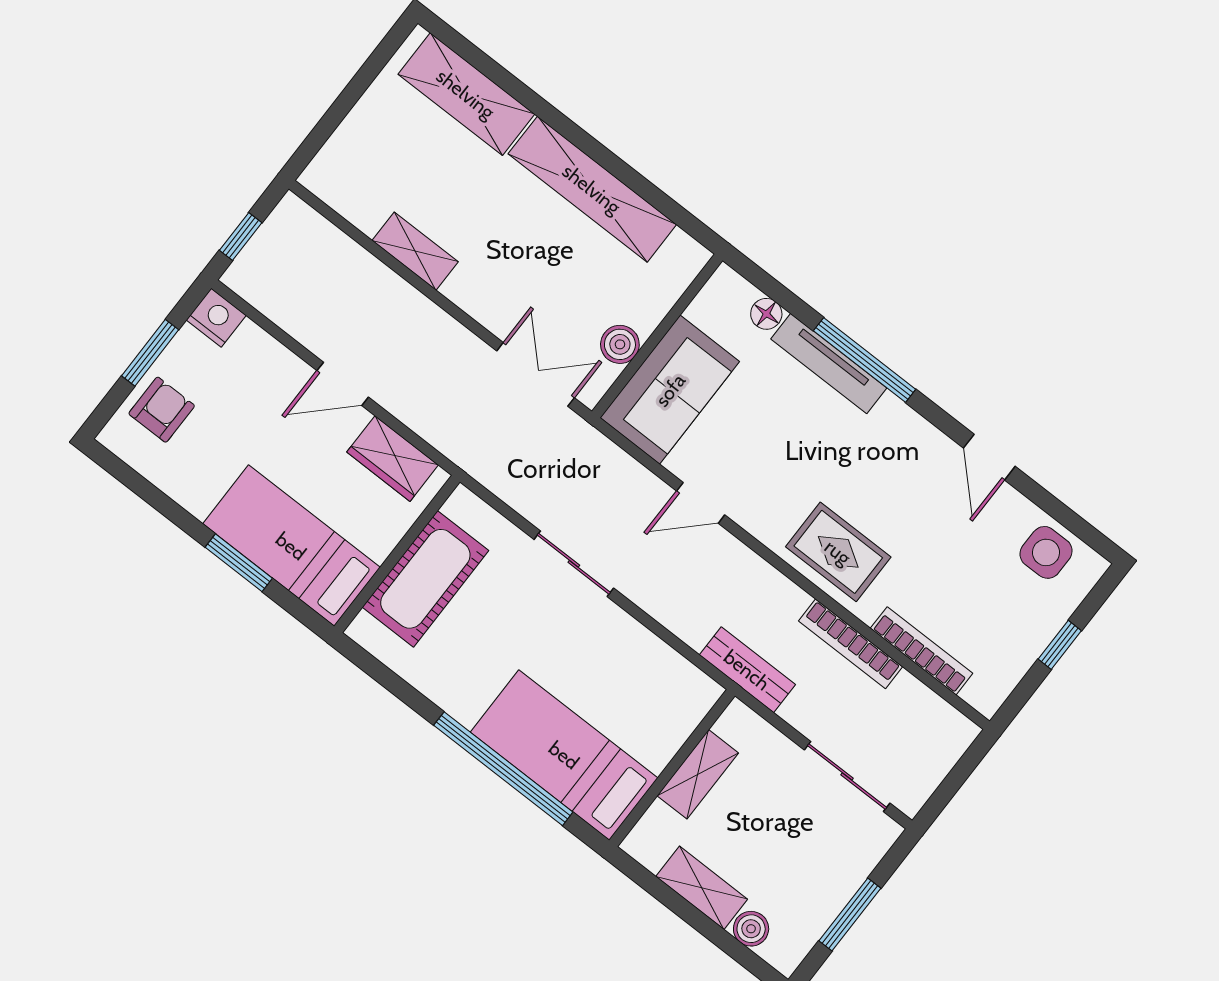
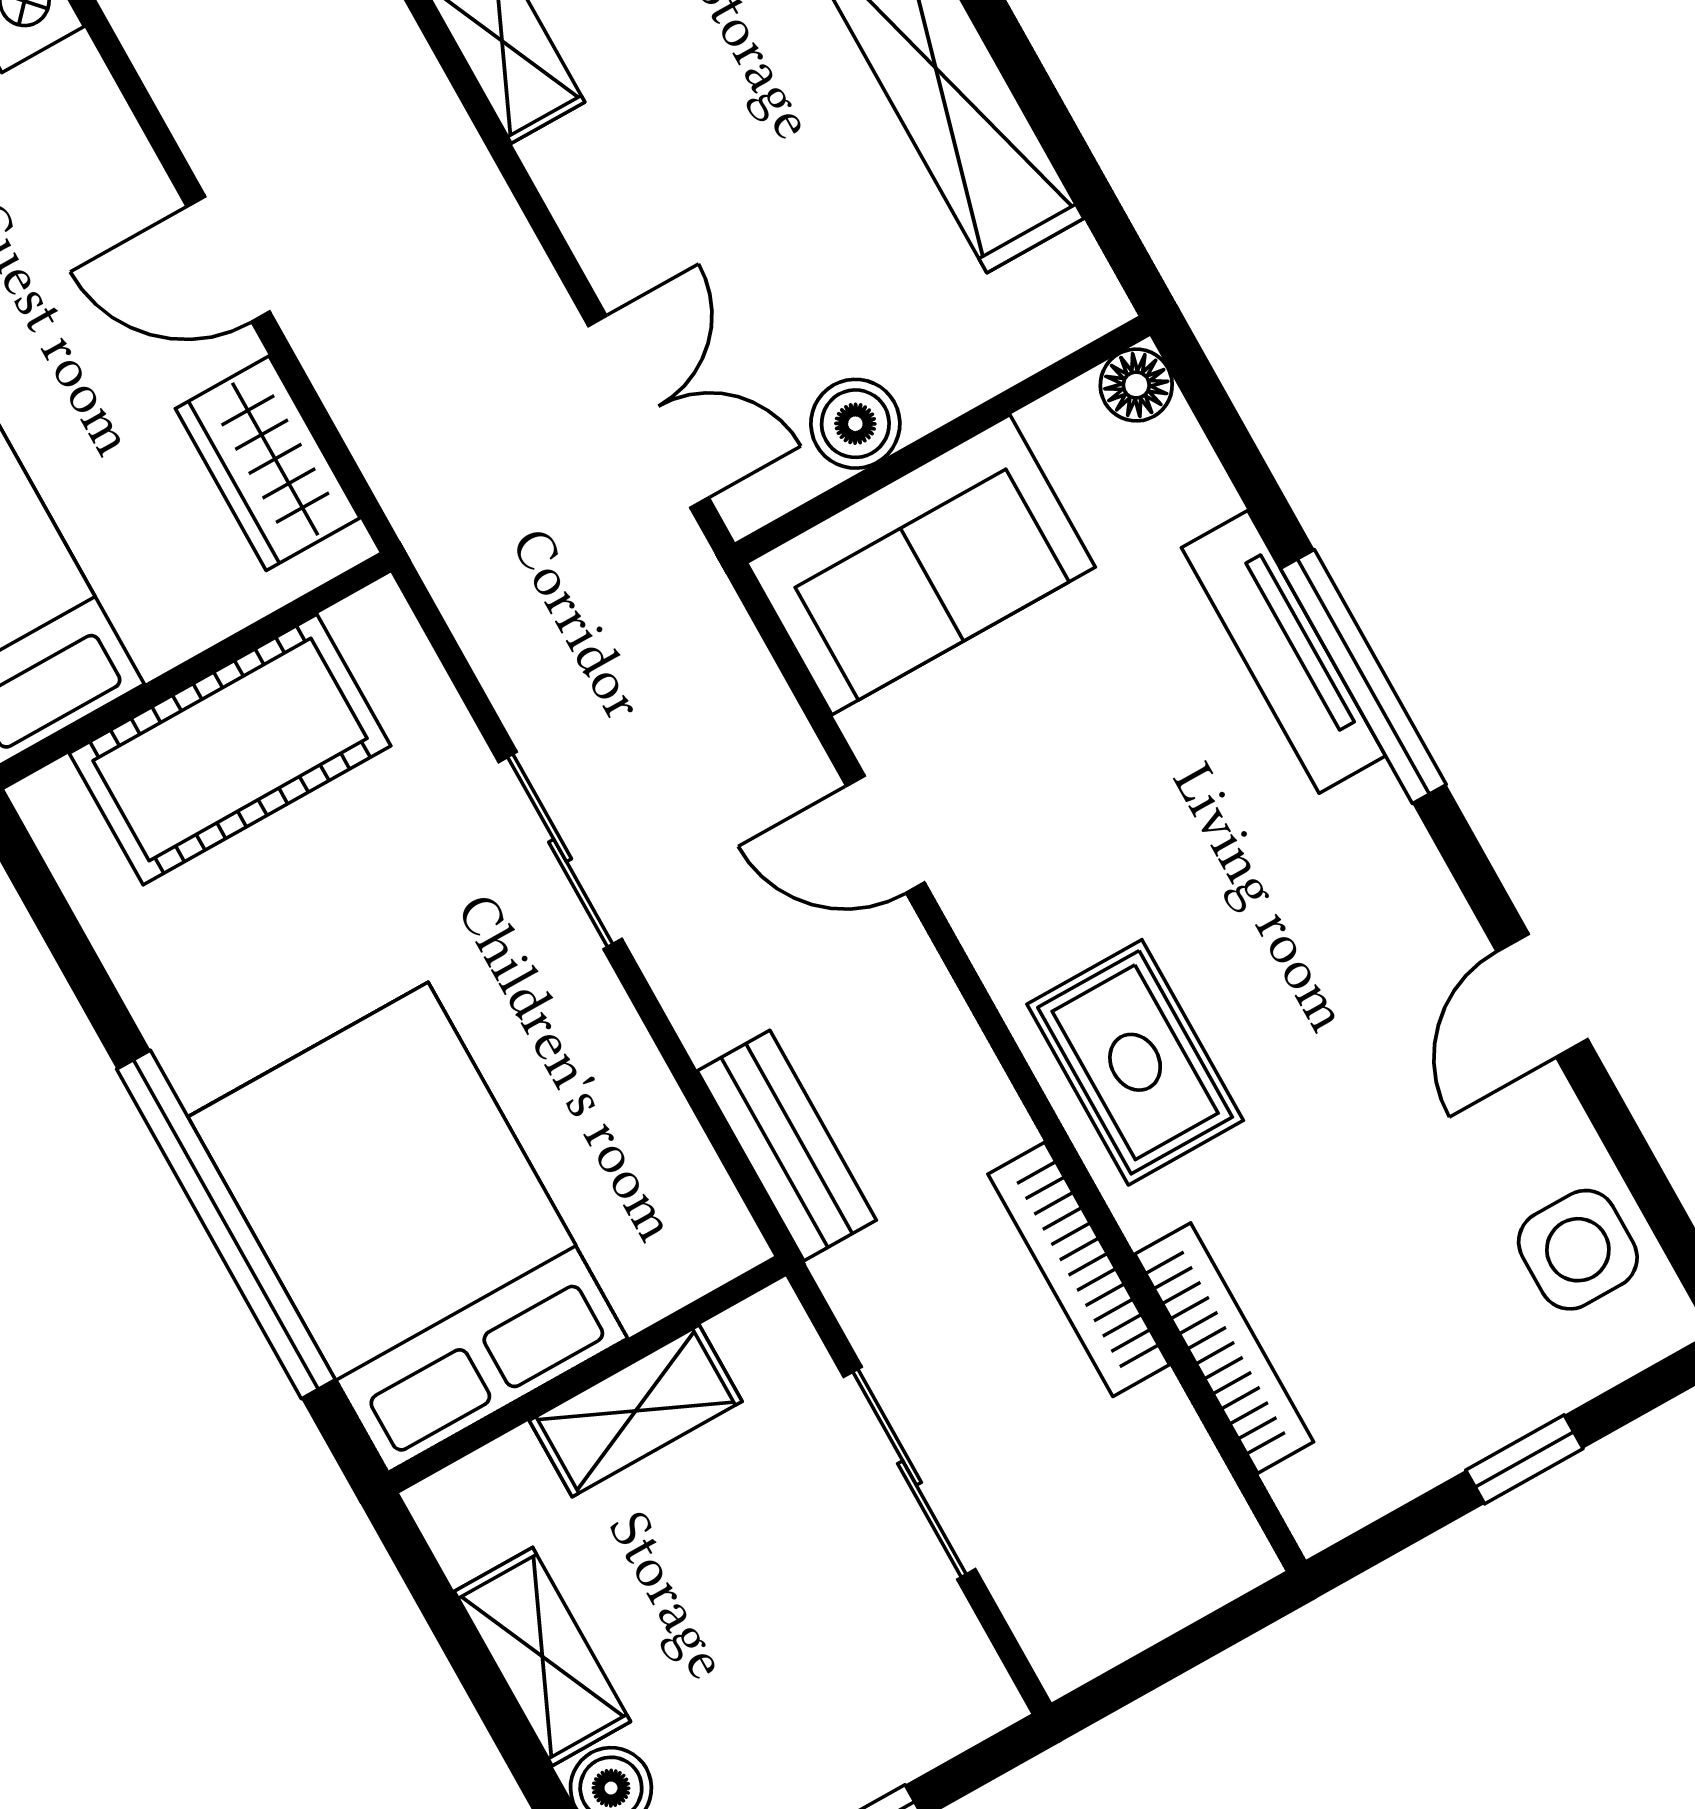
floor lamp: (766, 314) -> (1136, 385), moved
bench: (747, 670) -> (787, 1146), moved
bed: (564, 755) -> (408, 1228), width x1.50
sliding door: (847, 777) -> (909, 1473), moved

